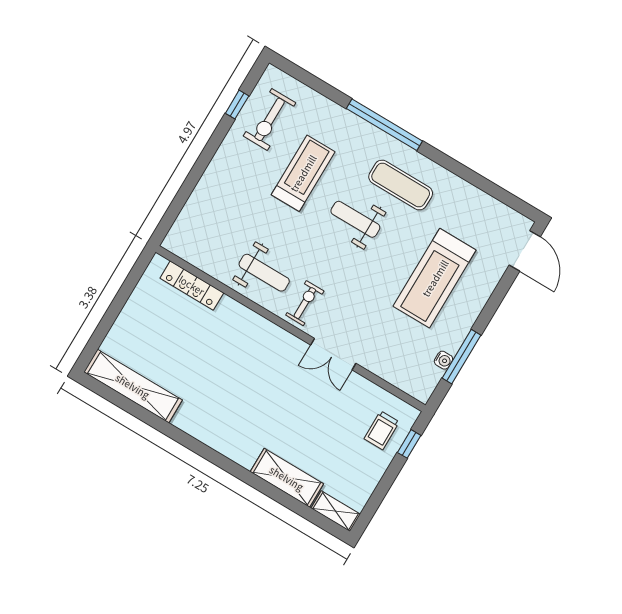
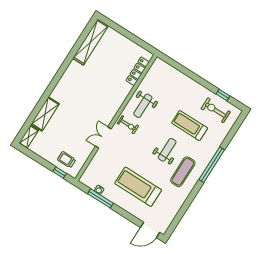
treadmill: (303, 173) -> (190, 126), turned 180

